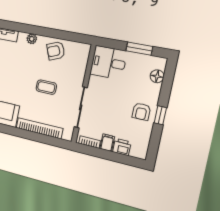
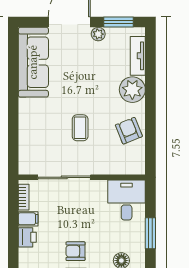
plant: (32, 39) -> (132, 90), width x1.87, depth x1.87
bookcase: (39, 128) -> (26, 130), removed

